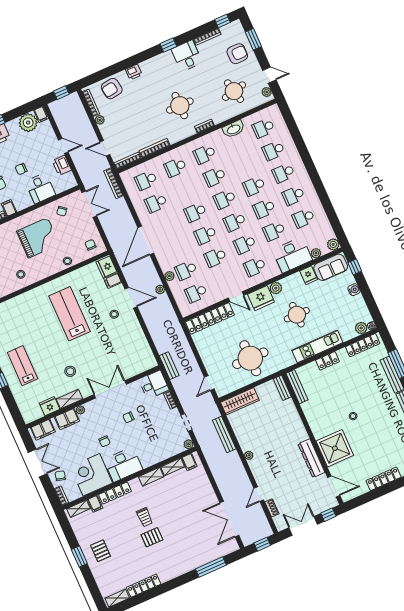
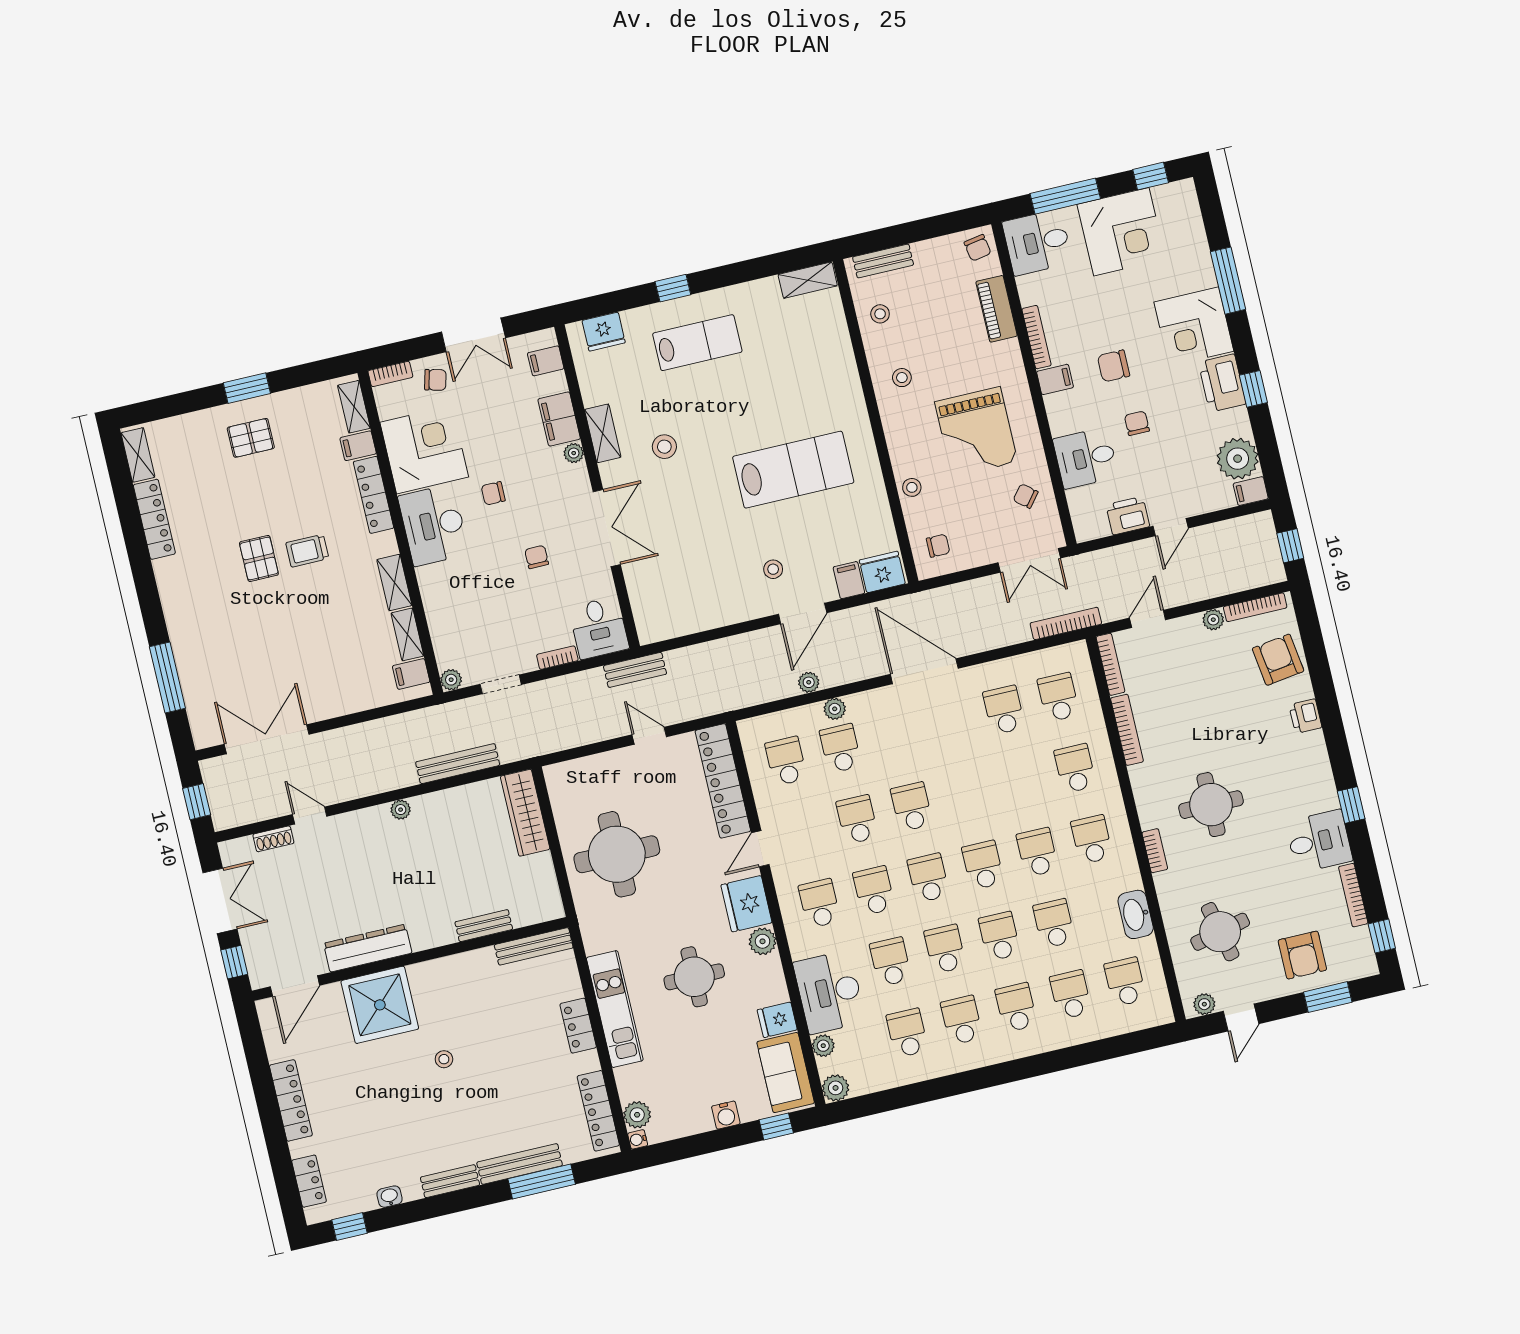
school desk: (195, 212) -> (1054, 923), moved
door: (209, 383) -> (649, 736), moved
bench: (282, 388) -> (484, 926), moved
fridge: (50, 406) -> (604, 332), moved, turned 90
filing cabinet: (43, 430) -> (546, 361), width x0.50

